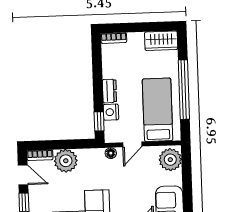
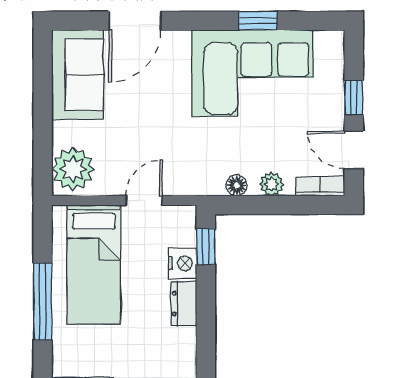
window: (184, 90) -> (43, 301), width x0.68
floor lamp: (111, 153) -> (237, 185), moved
plant: (66, 161) -> (272, 184), width x0.53, depth x0.53

